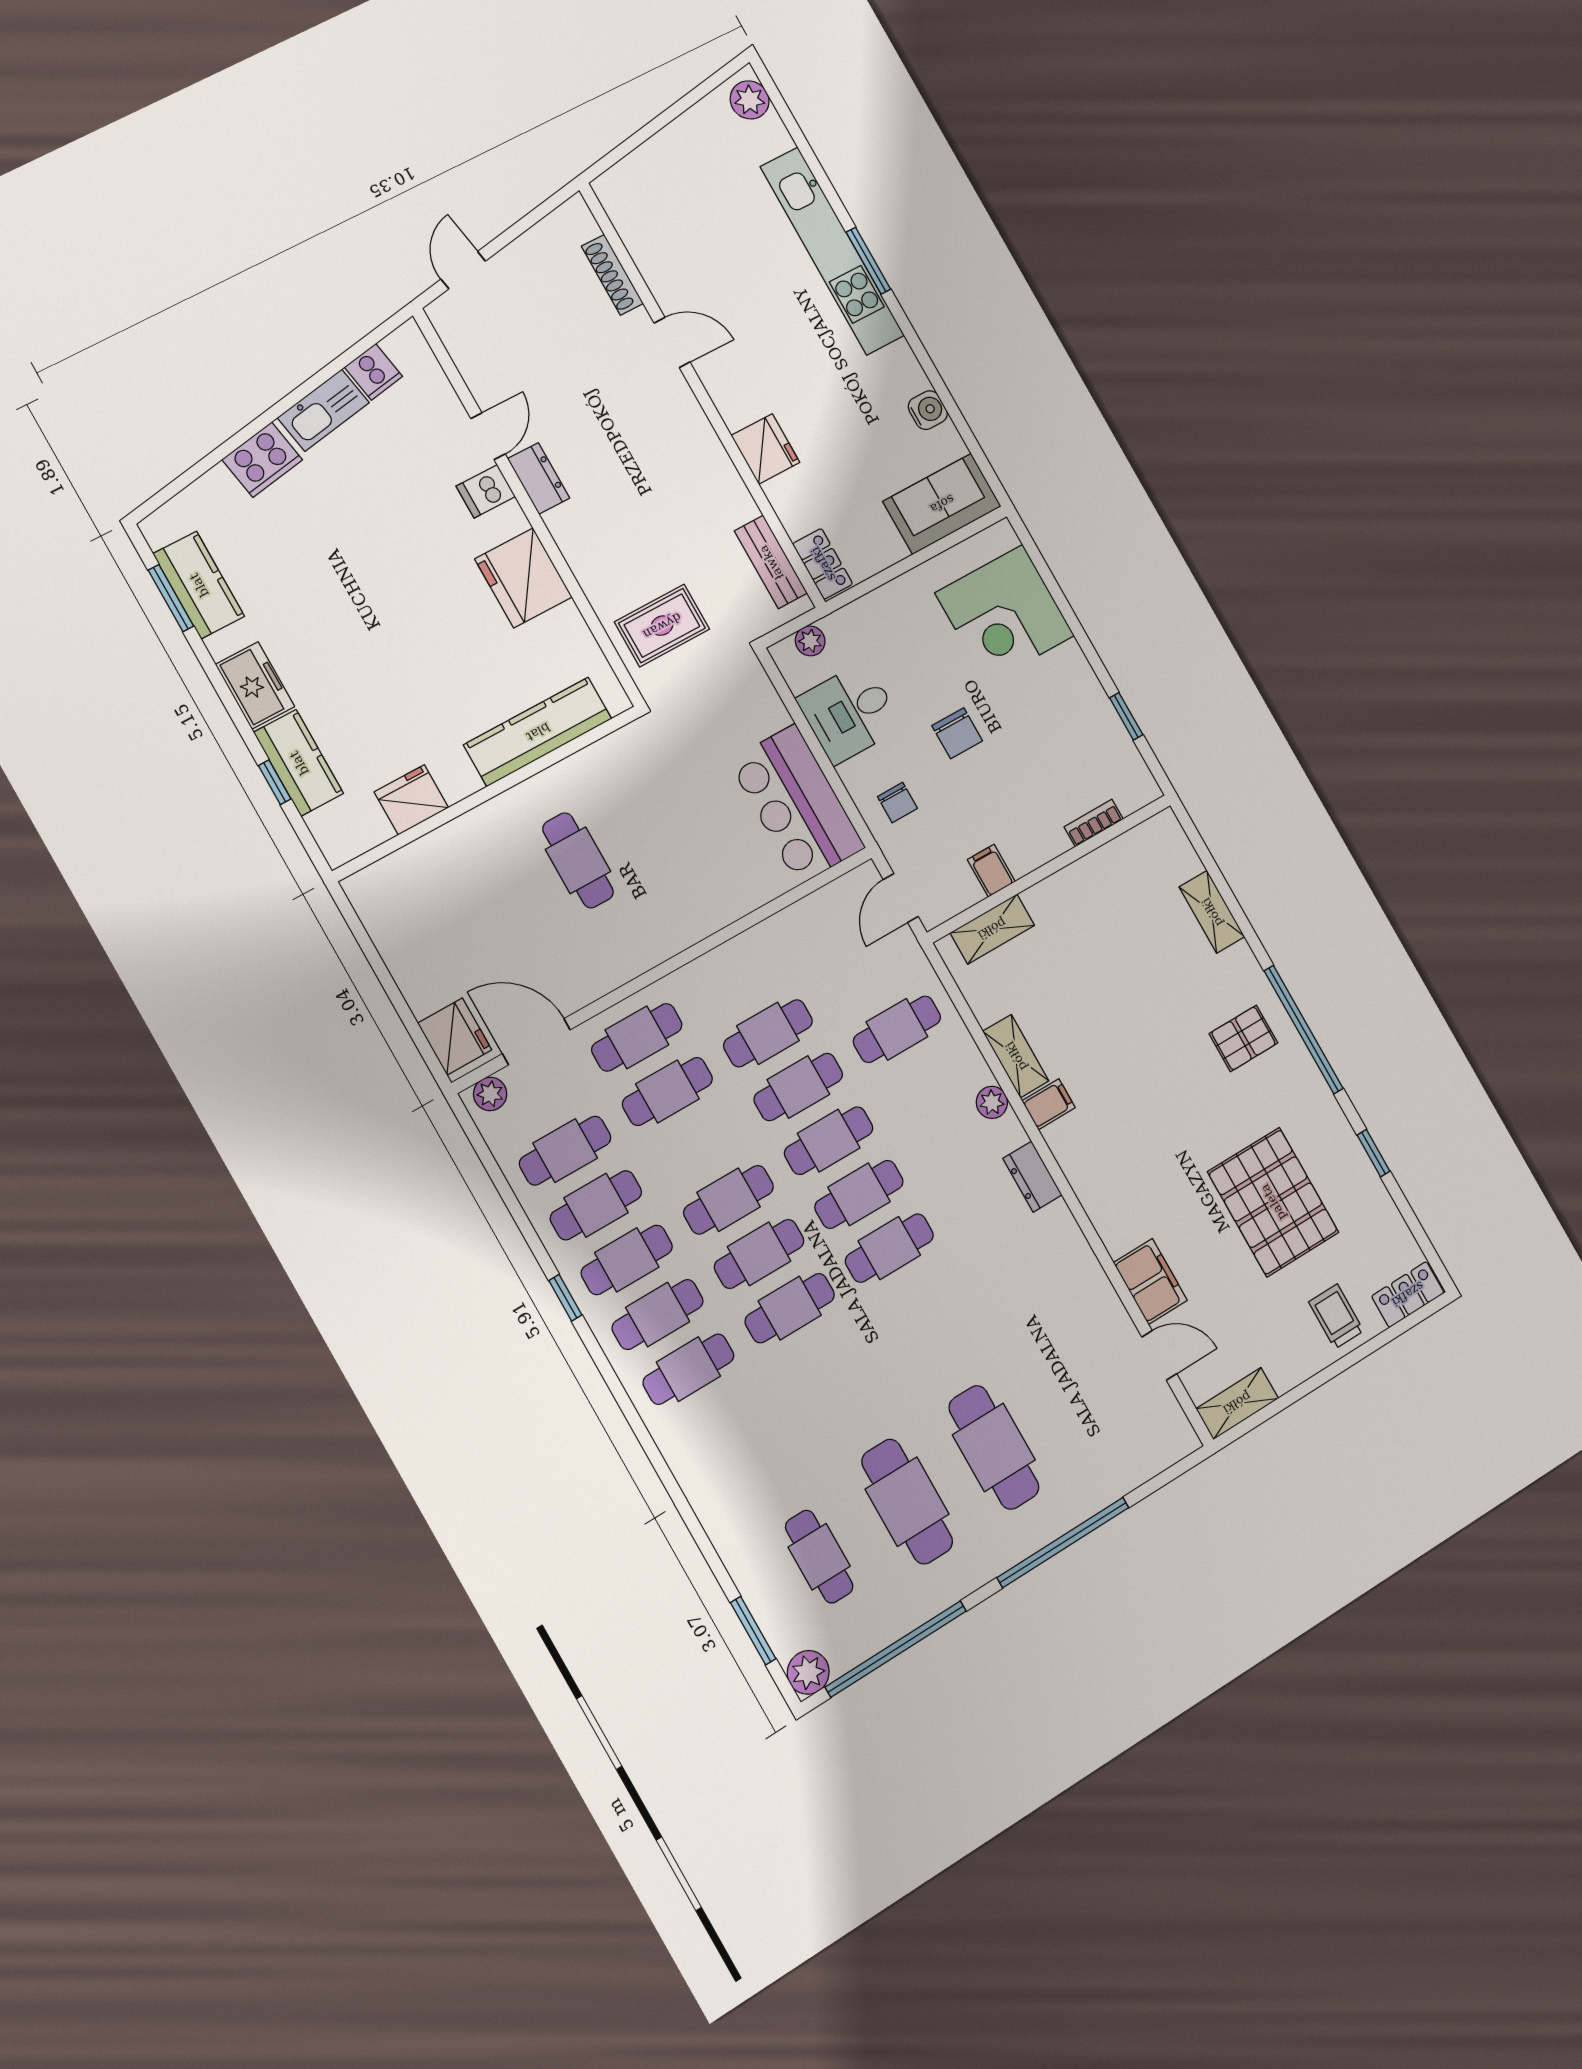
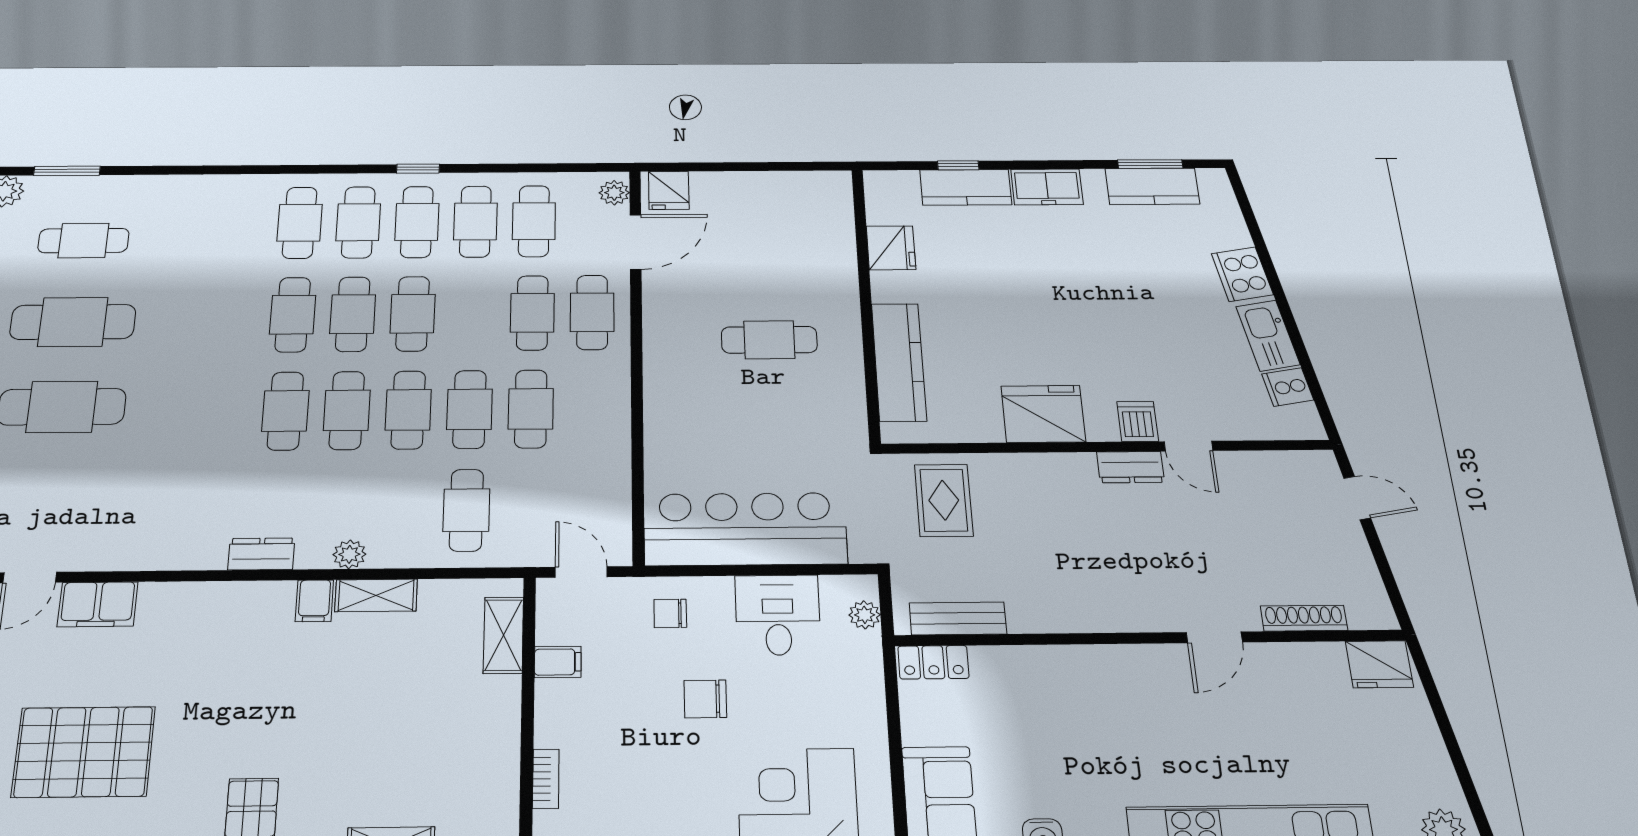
fridge: (766, 449) -> (1379, 664), moved
bar counter: (797, 804) -> (745, 529), width x1.36
fridge: (455, 1036) -> (669, 190), width x0.72

